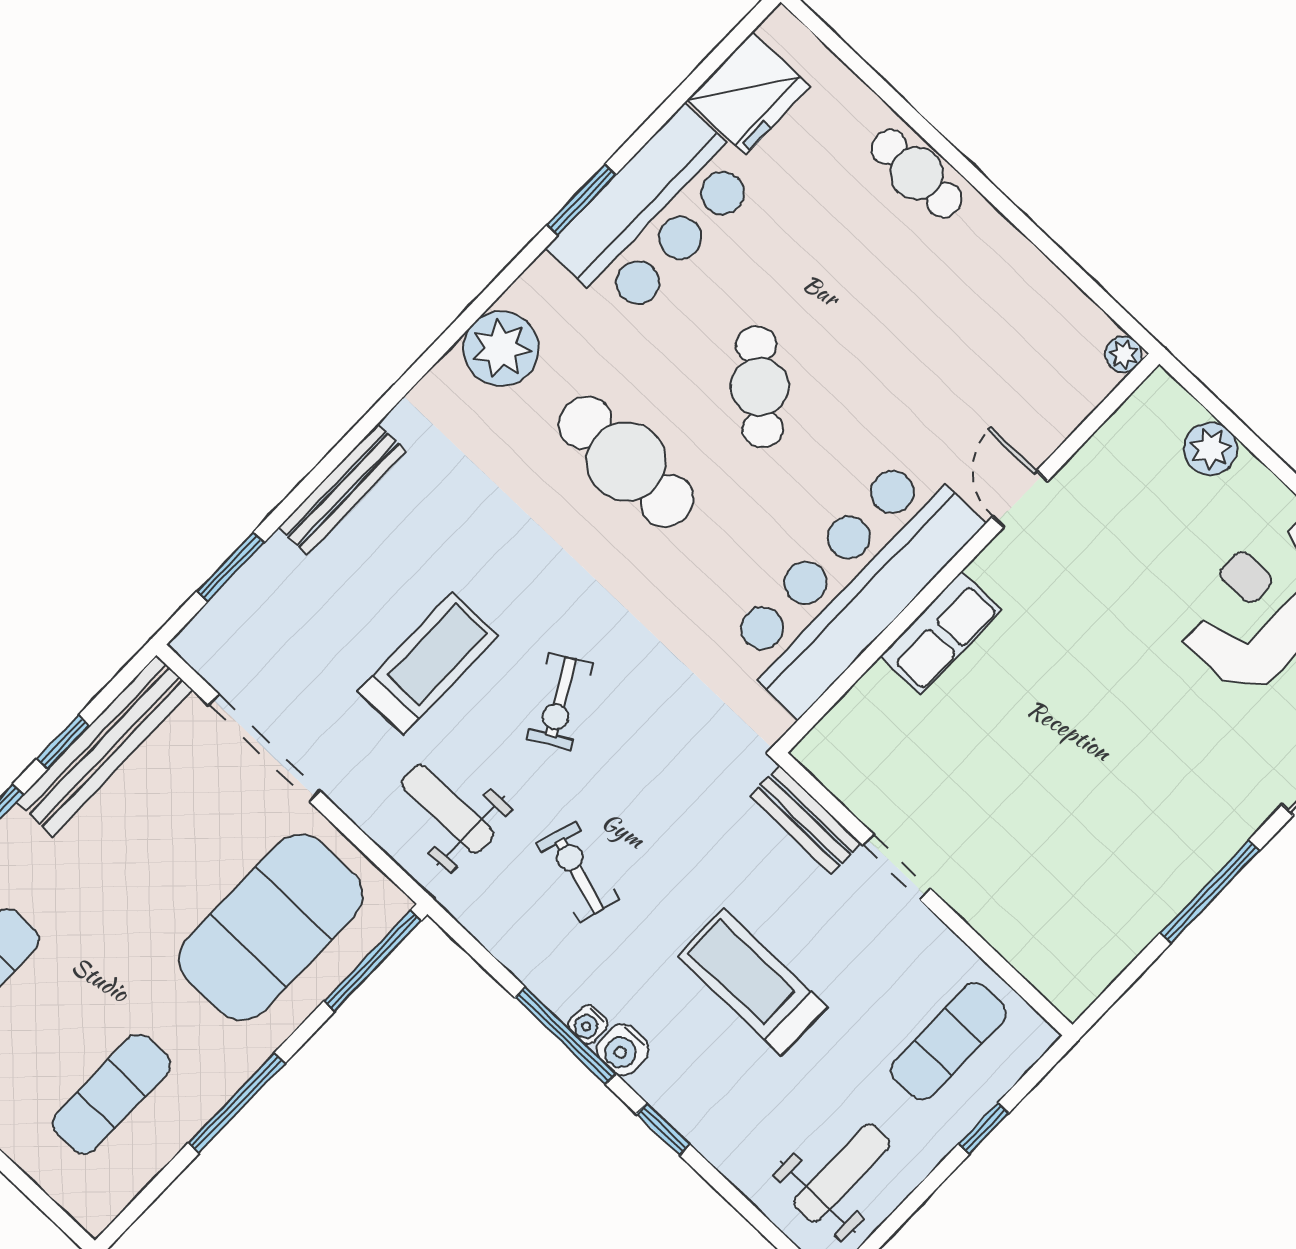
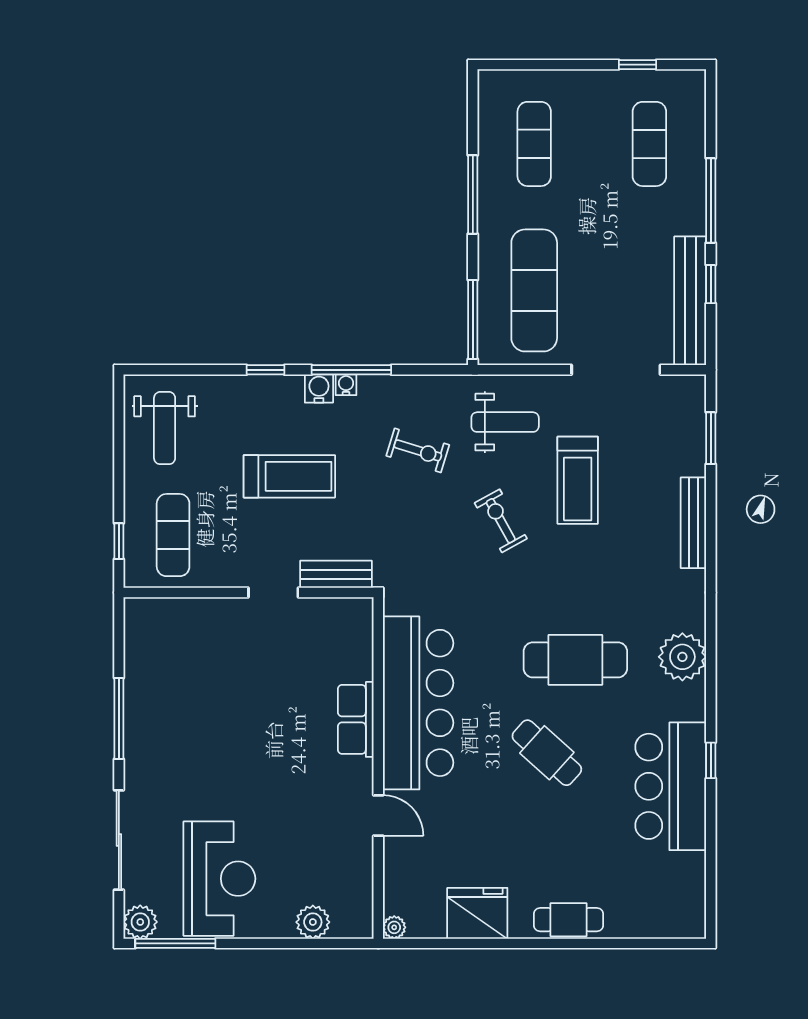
fridge: (749, 93) -> (477, 913), moved, turned 90
window: (581, 200) -> (711, 760), width x0.67
exercise mat: (271, 927) -> (534, 290), width x0.68
window: (984, 1128) -> (119, 541), moved

